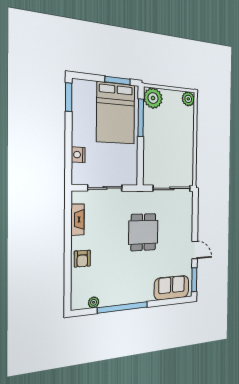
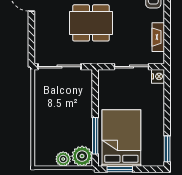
plant: (188, 99) -> (63, 159), moved
nightstand: (78, 155) -> (158, 76), moved
dining table: (143, 232) -> (91, 23), width x1.38

